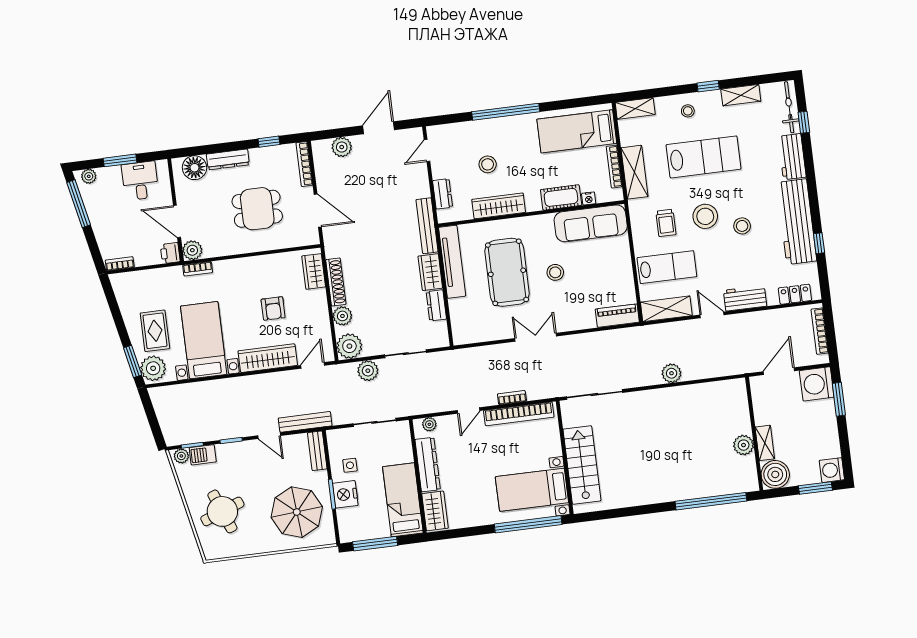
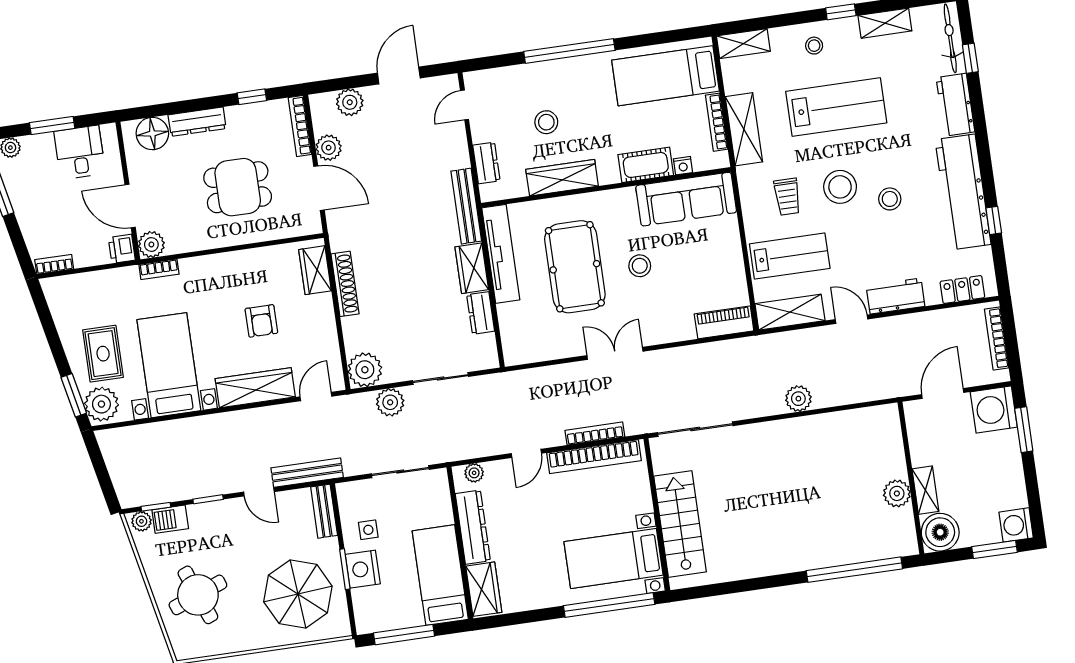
plant: (342, 316) -> (329, 148), moved
bookcase: (512, 398) -> (595, 434), width x1.56

